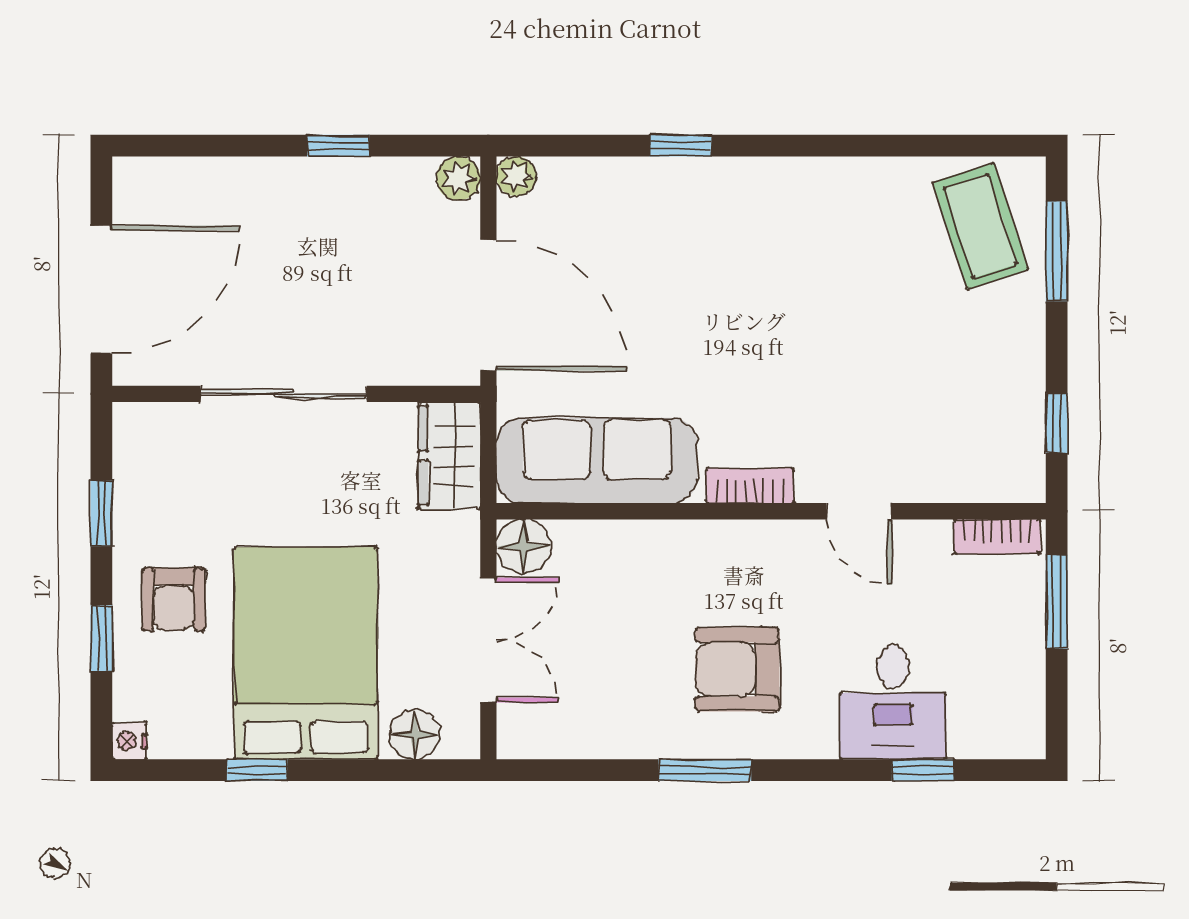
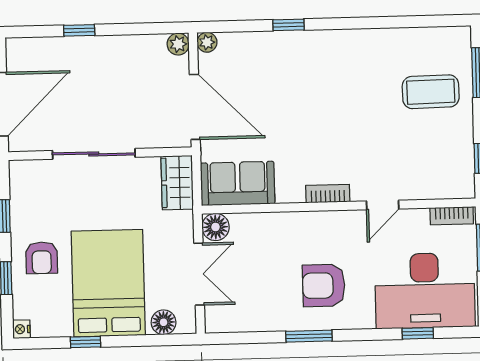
window: (338, 146) -> (79, 30), moved
coffee table: (980, 226) -> (431, 92), moved, turned -73
sofa: (597, 461) -> (238, 183), width x0.73
door: (859, 511) -> (383, 205), hinge flipped
desk: (893, 702) -> (425, 291), width x1.87, depth x1.30

